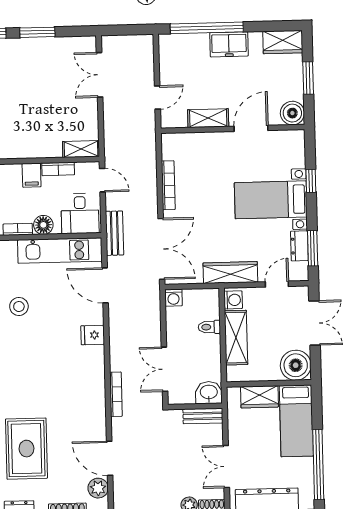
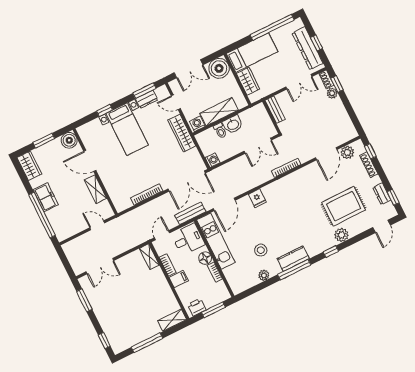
window: (37, 32) -> (84, 300), moved
double door: (161, 249) -> (187, 181), swing flipped
double door: (315, 323) -> (189, 69), swing flipped
washbasin: (209, 393) -> (233, 124), moved, turned -90

